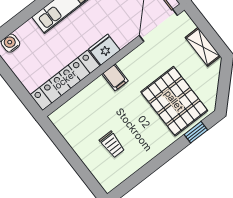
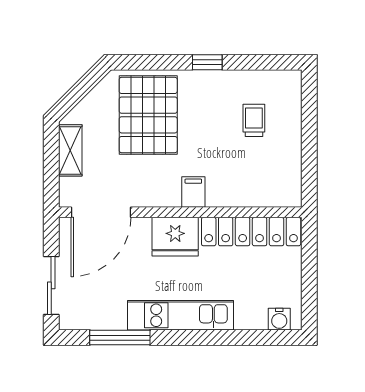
fridge: (104, 50) -> (175, 237), width x1.36, depth x1.34
window: (196, 132) -> (207, 62), moved

